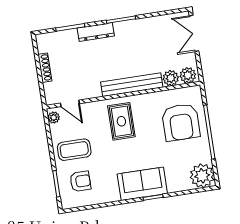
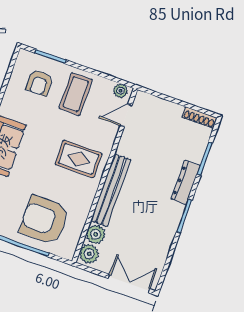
shoe rack: (45, 68) -> (199, 118), moved

